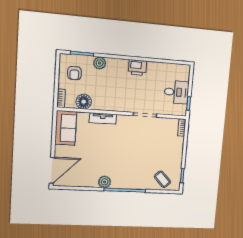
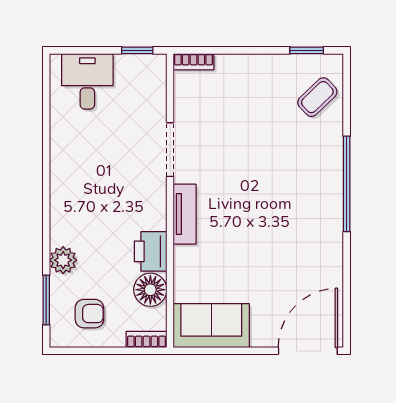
printer: (137, 68) -> (151, 251), moved, turned 180
desk: (176, 92) -> (87, 81), moved
tv unit: (103, 118) -> (185, 214), moved
door: (52, 170) -> (308, 351), hinge flipped
plant: (105, 182) -> (329, 231), removed

